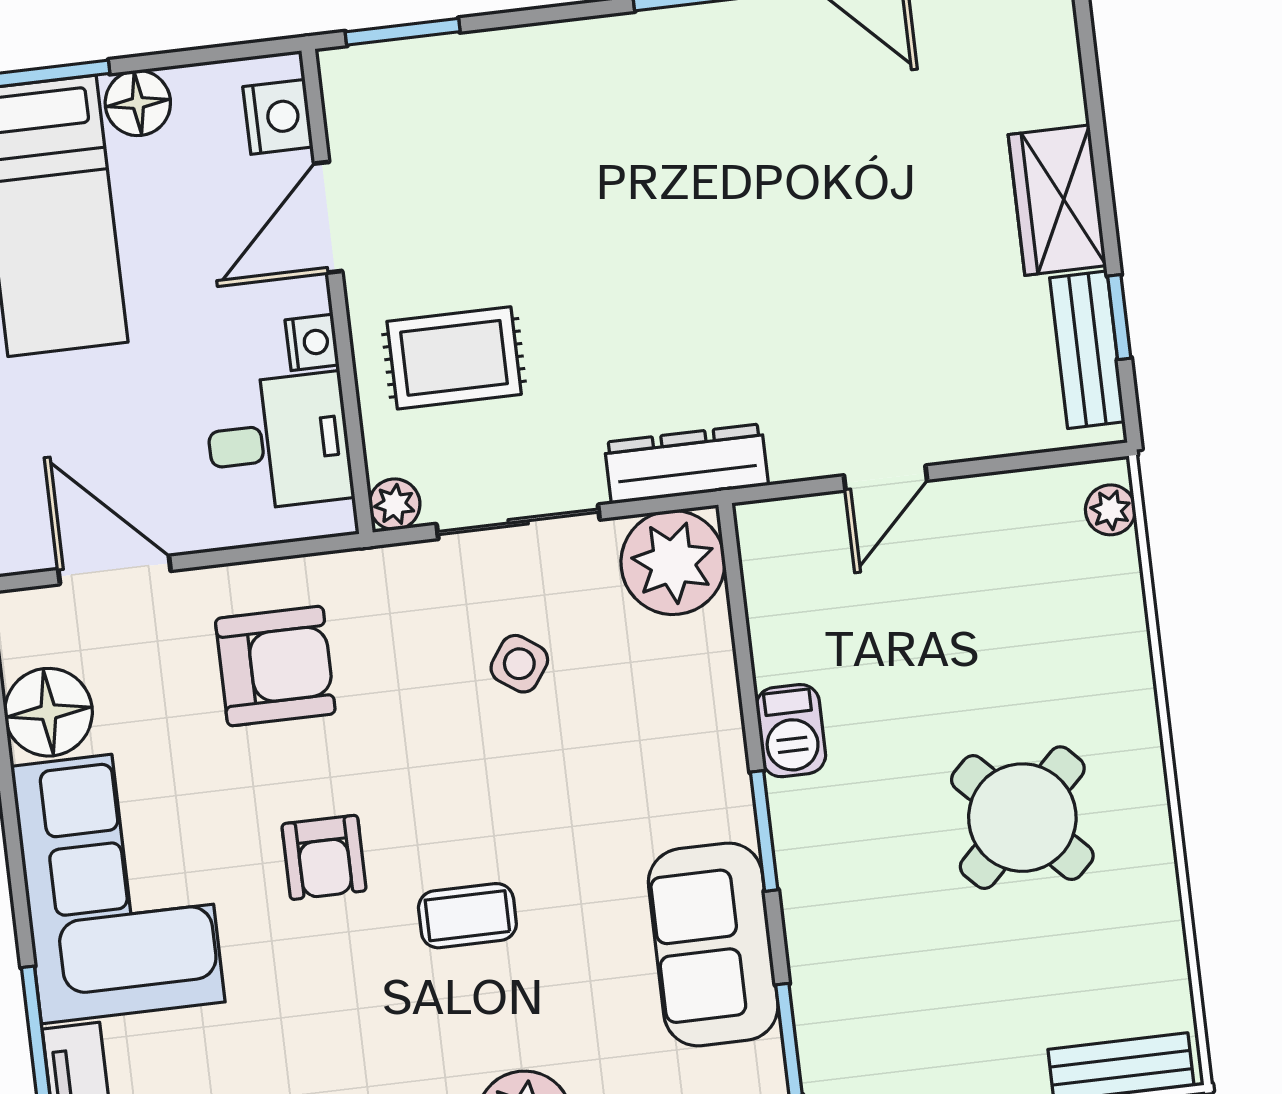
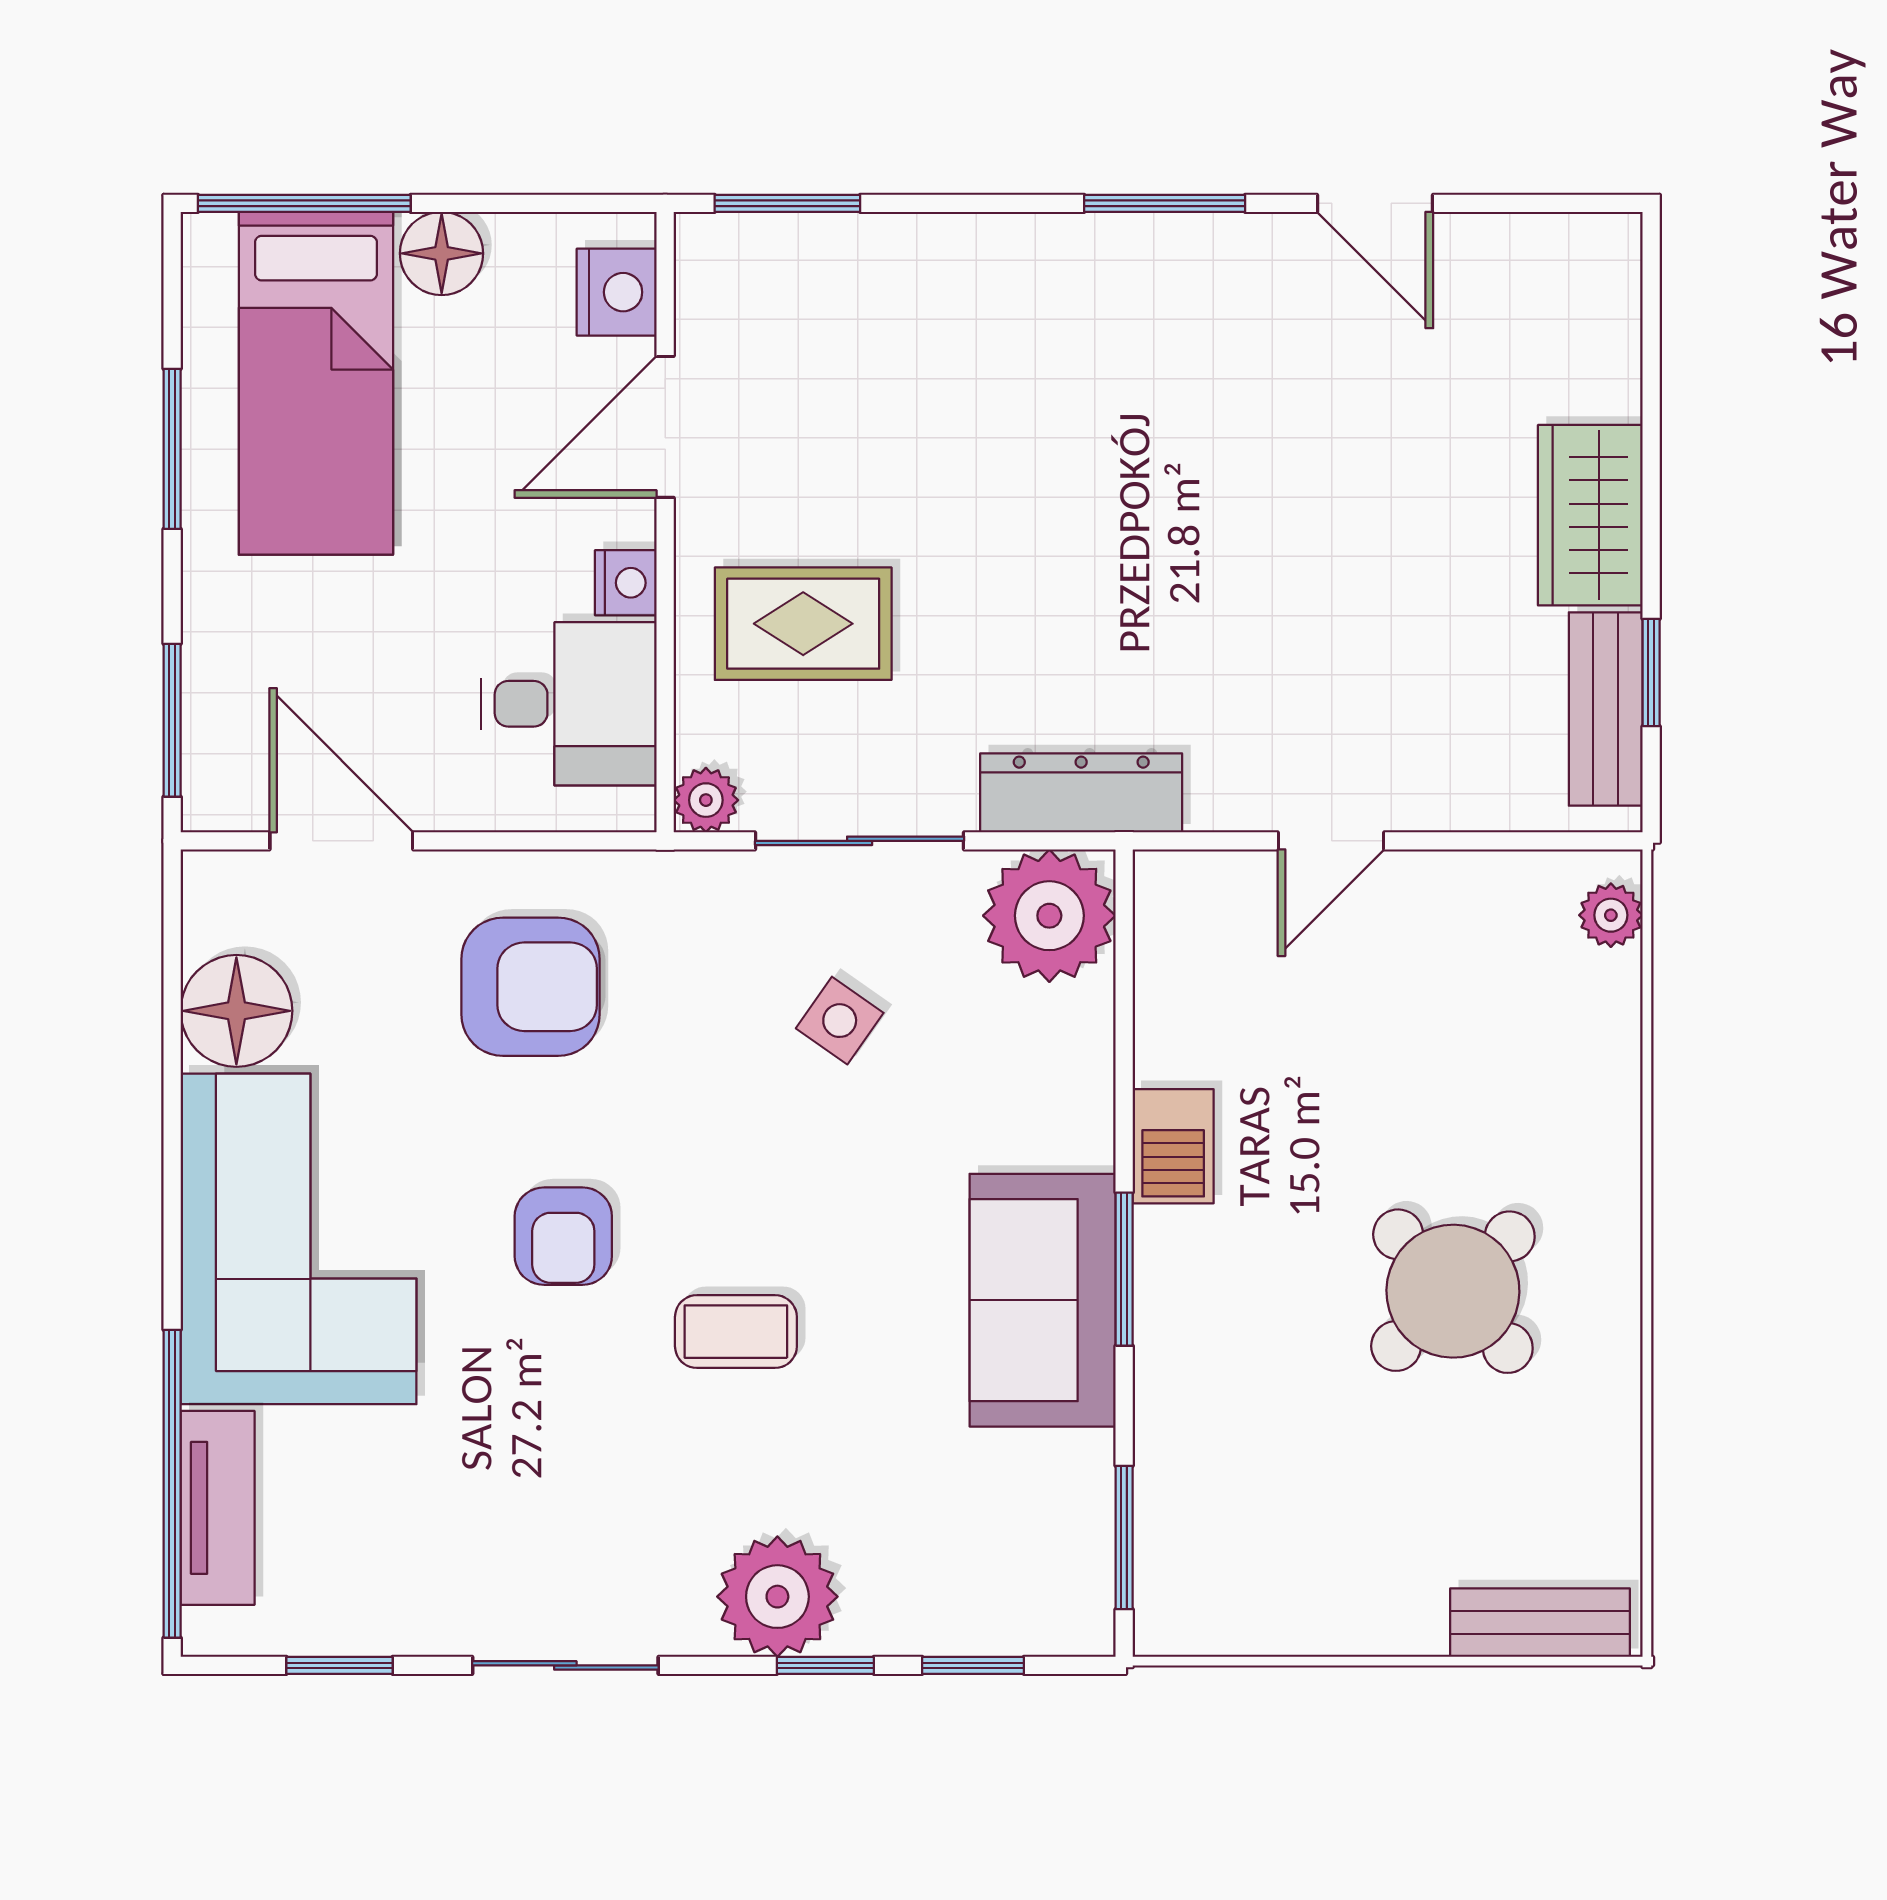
sofa: (713, 944) -> (1043, 1300), moved

